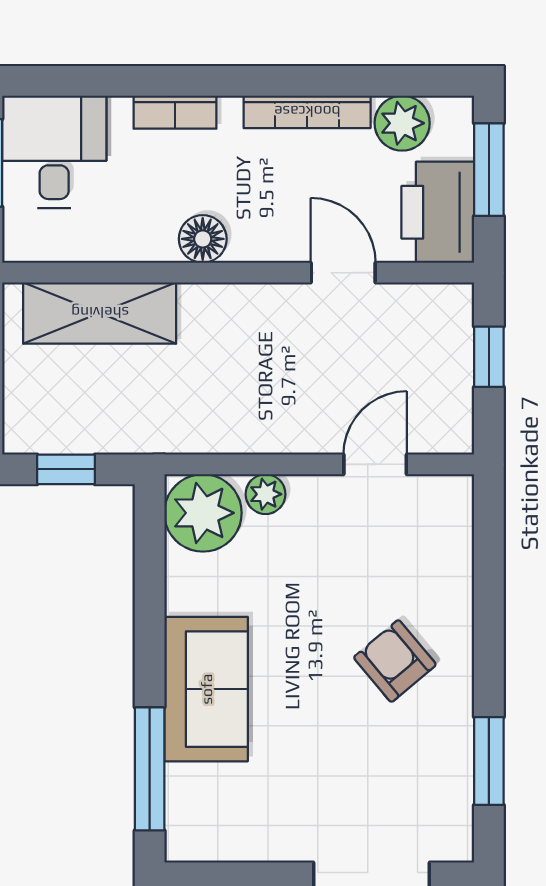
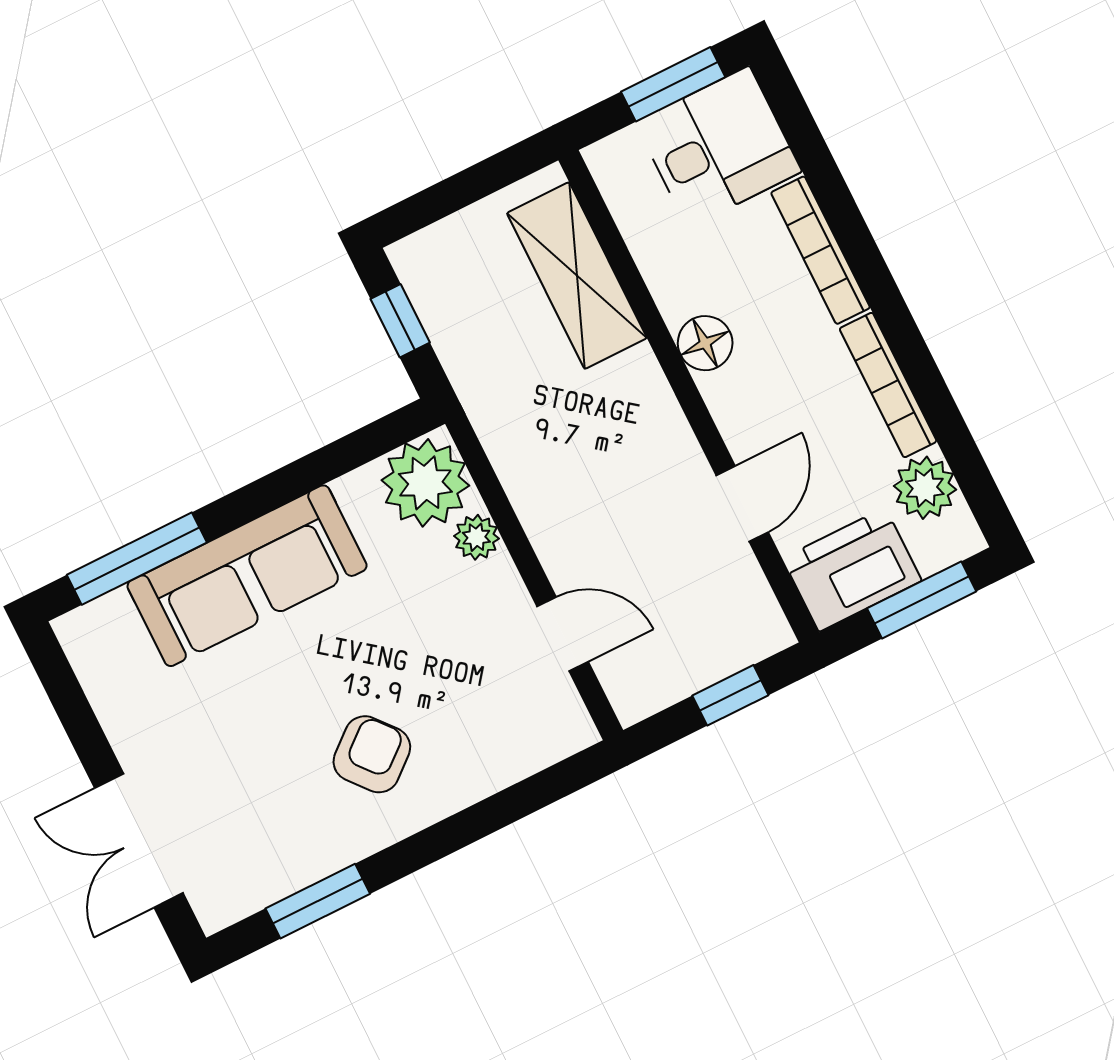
bookcase: (175, 112) -> (820, 250), width x1.56
sofa: (206, 689) -> (247, 576), width x1.36

